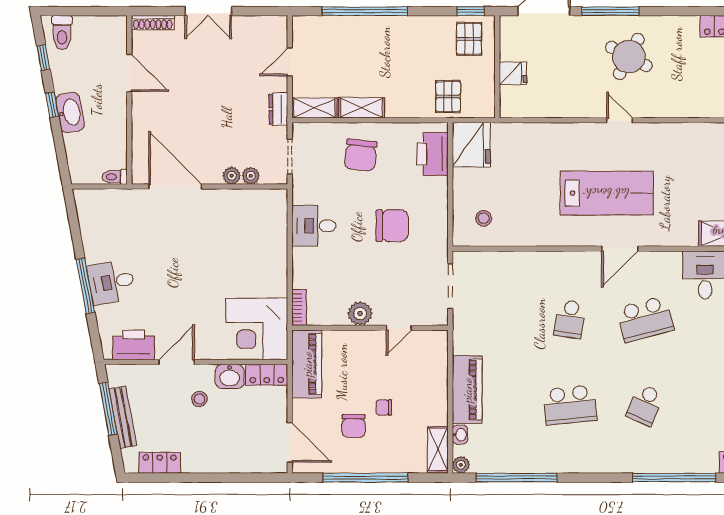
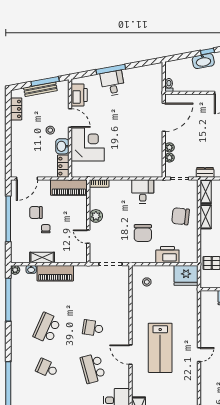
printer: (433, 154) -> (167, 255), moved
corner desk: (257, 329) -> (88, 144), moved, turned 90
school desk: (570, 405) -> (47, 328), turned 30
shelving: (438, 449) -> (42, 258), moved

